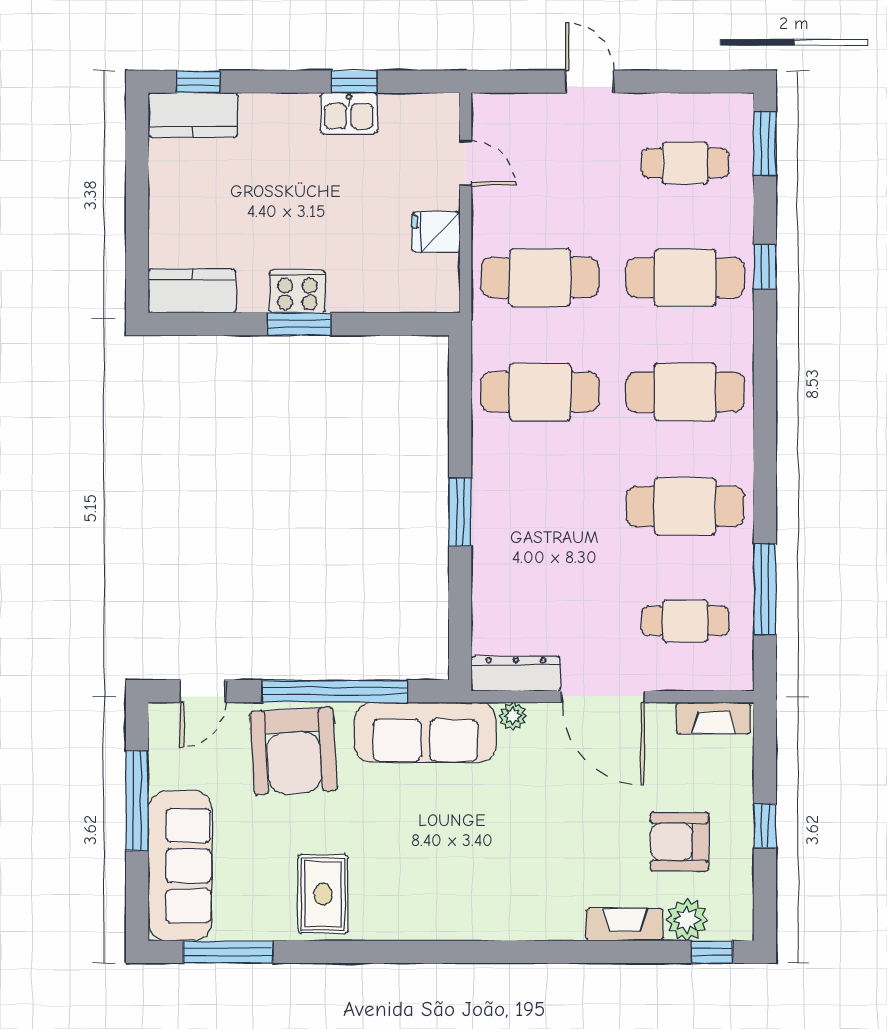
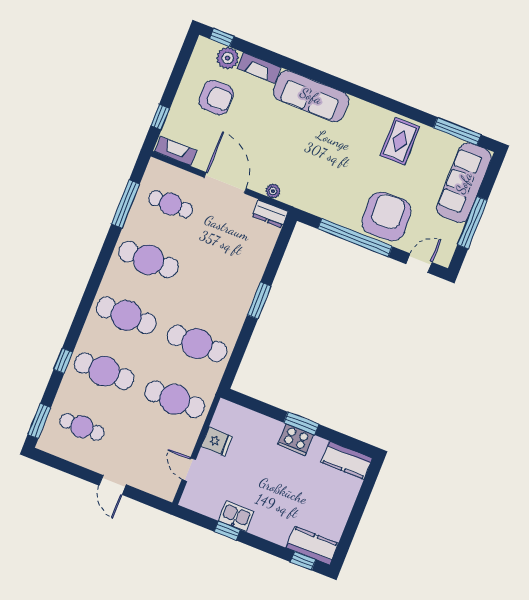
dresser: (516, 674) -> (270, 214), width x0.70
sofa: (425, 732) -> (311, 96), moved, turned 180
window: (765, 826) -> (160, 117), moved

